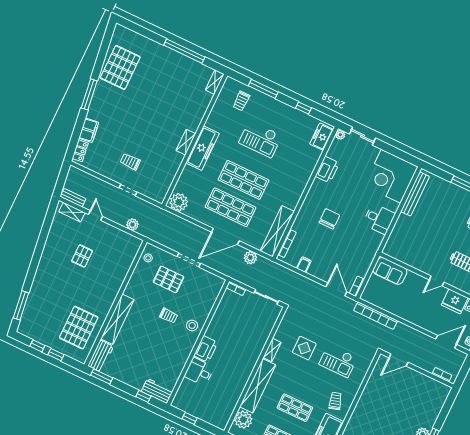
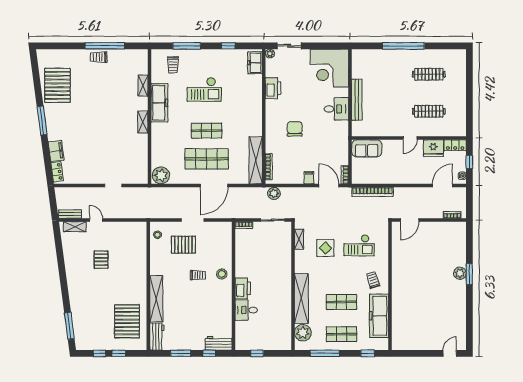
shelving: (215, 82) -> (143, 86), moved
freezer: (203, 148) -> (159, 103), moved
trolley: (130, 162) -> (99, 57), moved
shop shelf: (244, 180) -> (207, 131), width x0.70, depth x0.74
bench: (415, 194) -> (357, 100), moved
plant: (132, 224) -> (131, 213), removed
plant: (250, 258) -> (274, 193), moved
filing cabinet: (304, 265) -> (309, 178), moved
shelving: (272, 350) -> (299, 239), moved
window: (102, 376) -> (181, 353), moved

